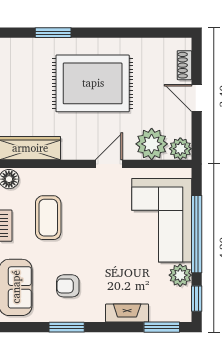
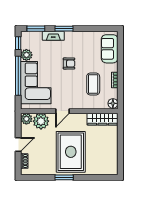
window: (53, 33) -> (64, 177), moved
rug: (93, 83) -> (71, 152), turned 90
door: (197, 98) -> (18, 144), hinge flipped
armchair: (68, 286) -> (69, 64), moved
window: (67, 327) -> (64, 29), moved

